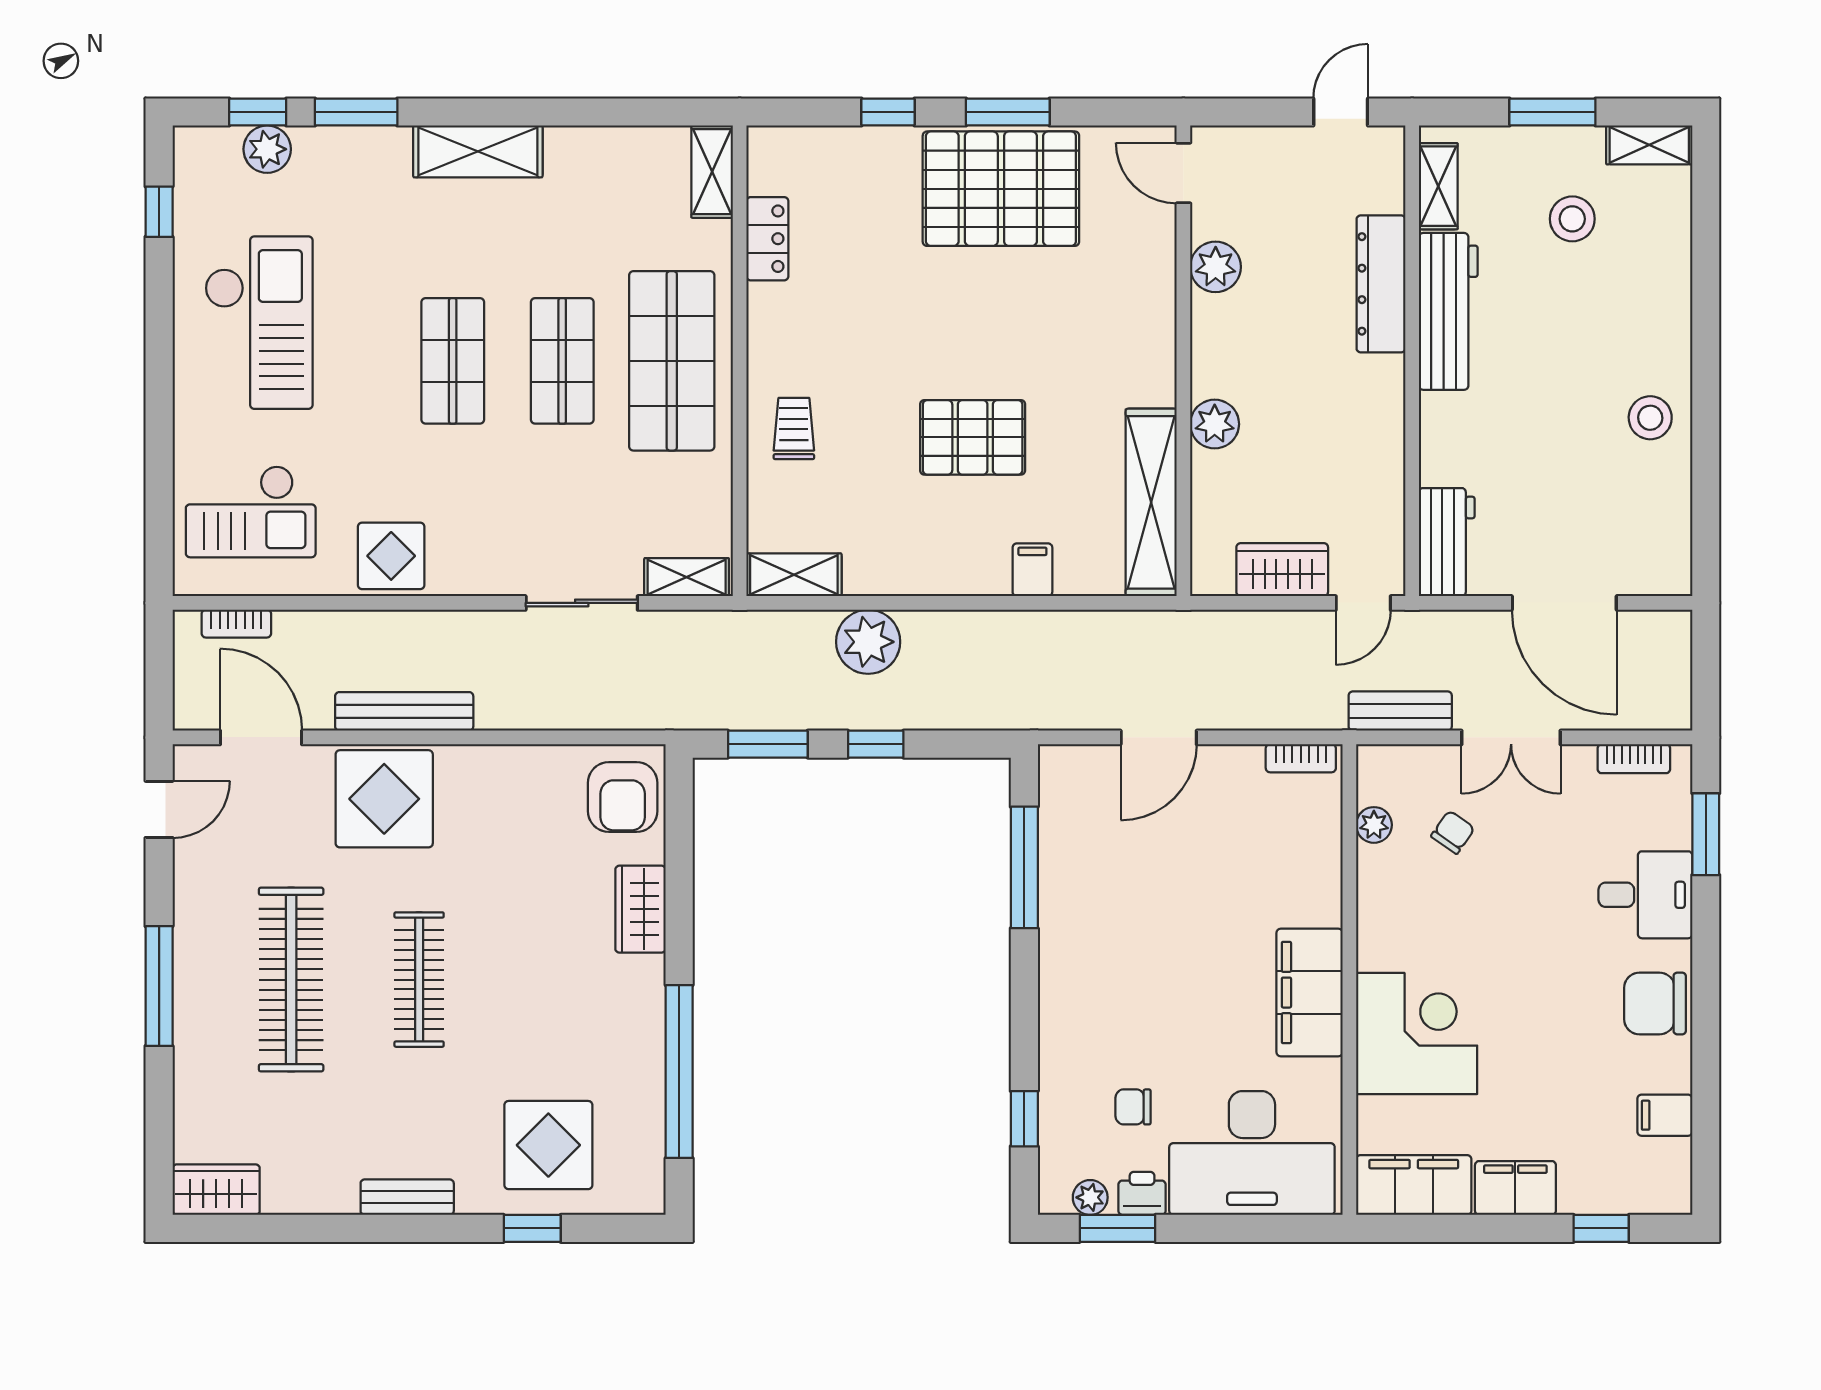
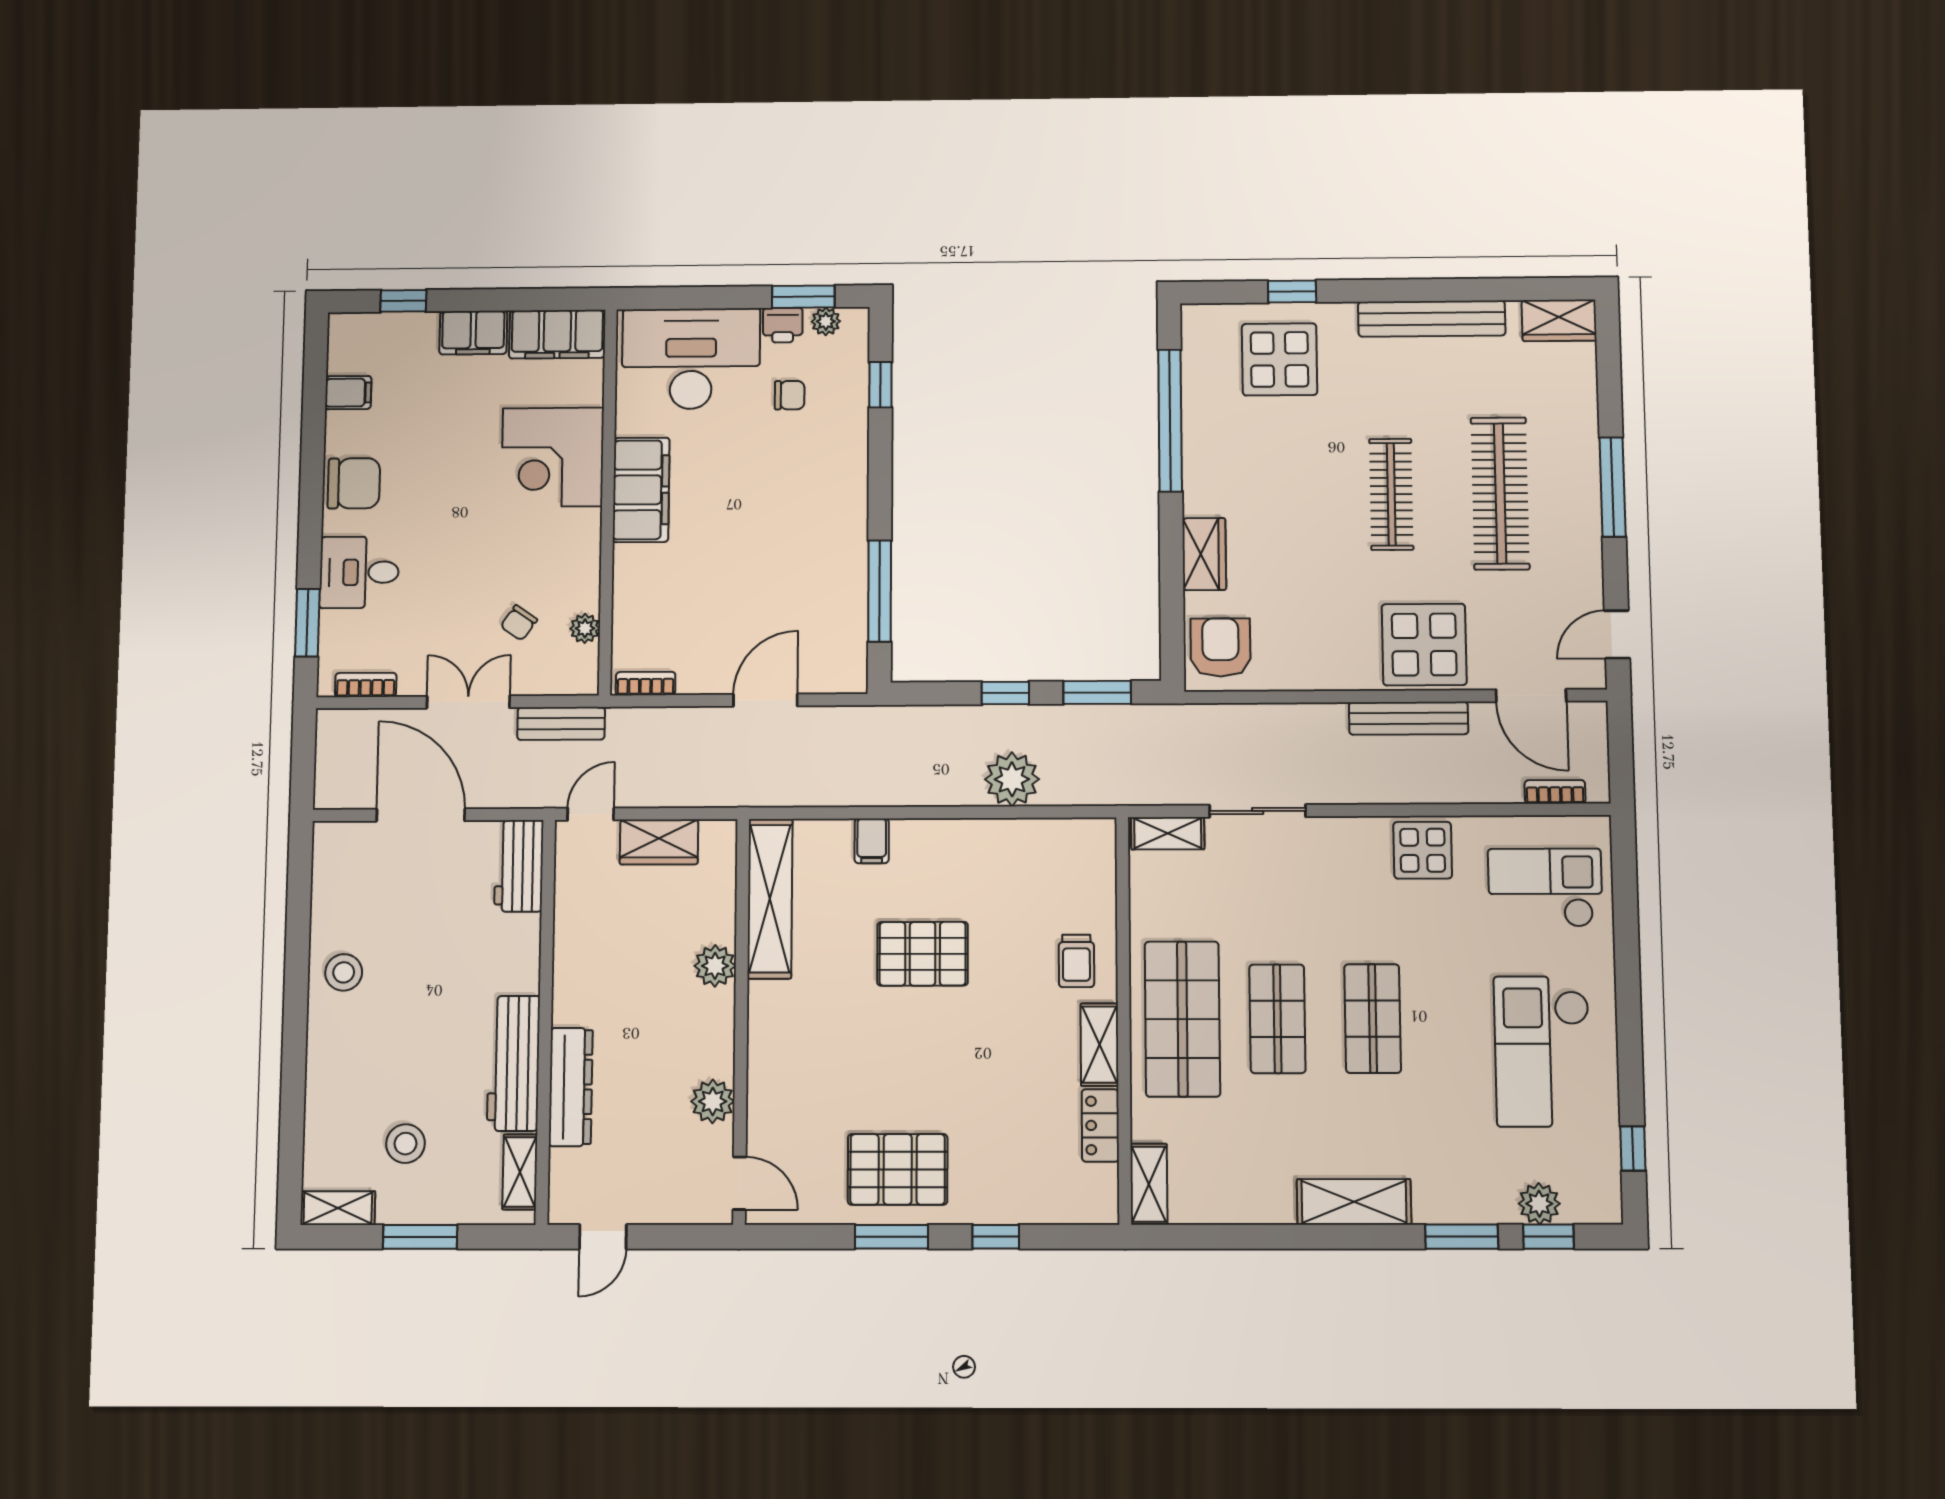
pallet: (1001, 189) -> (898, 1169), width x0.73, depth x0.71
shelving: (794, 575) -> (1099, 1045), moved, turned 90
bench: (407, 1197) -> (1432, 319), width x1.86, depth x1.21

